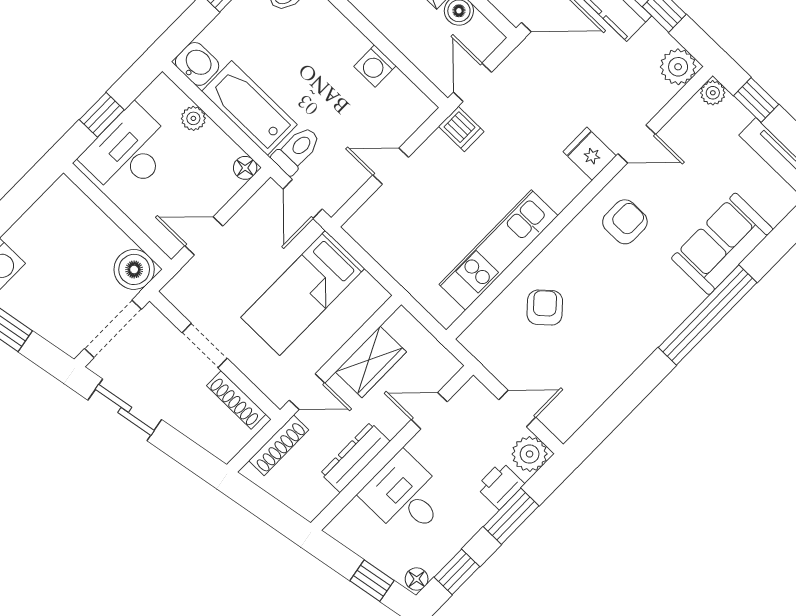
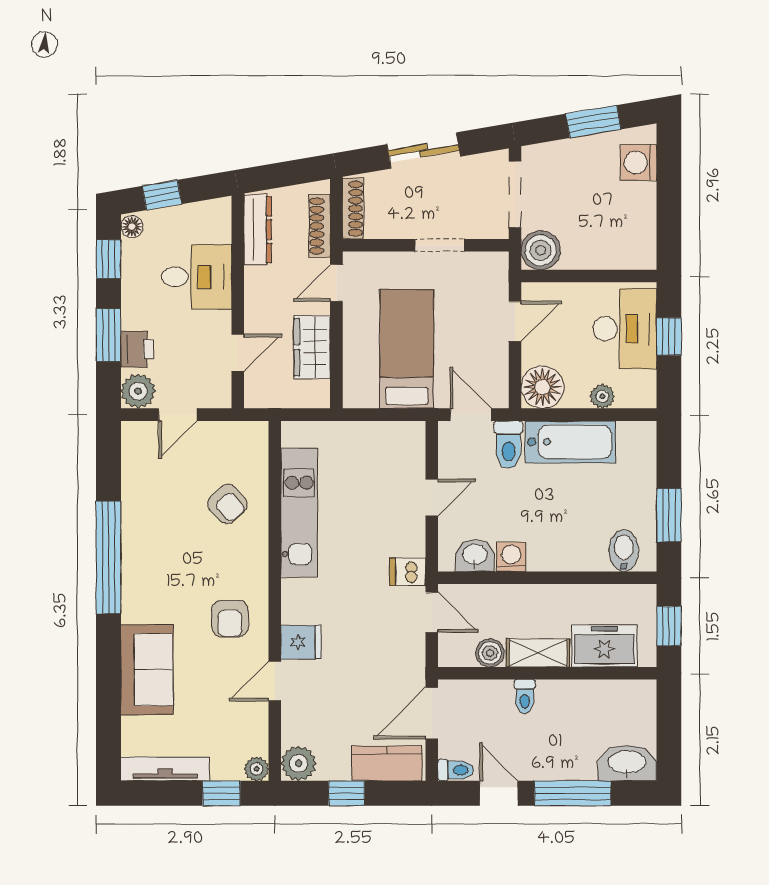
washbasin: (197, 64) -> (475, 555), moved, turned 180
floor lamp: (245, 168) -> (542, 387), width x1.89, depth x1.89
window: (708, 315) -> (109, 557), moved
shoe rack: (236, 400) -> (353, 208), moved, turned 90
sliding door: (125, 410) -> (424, 150), moved
dresser: (355, 457) -> (258, 230), moved

